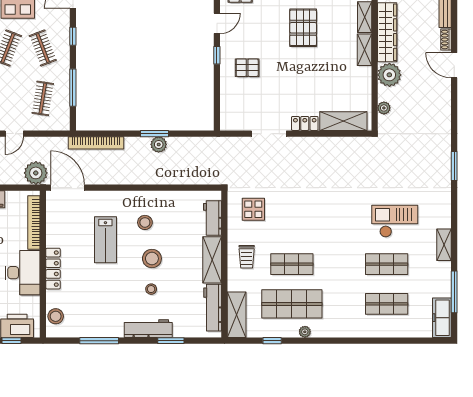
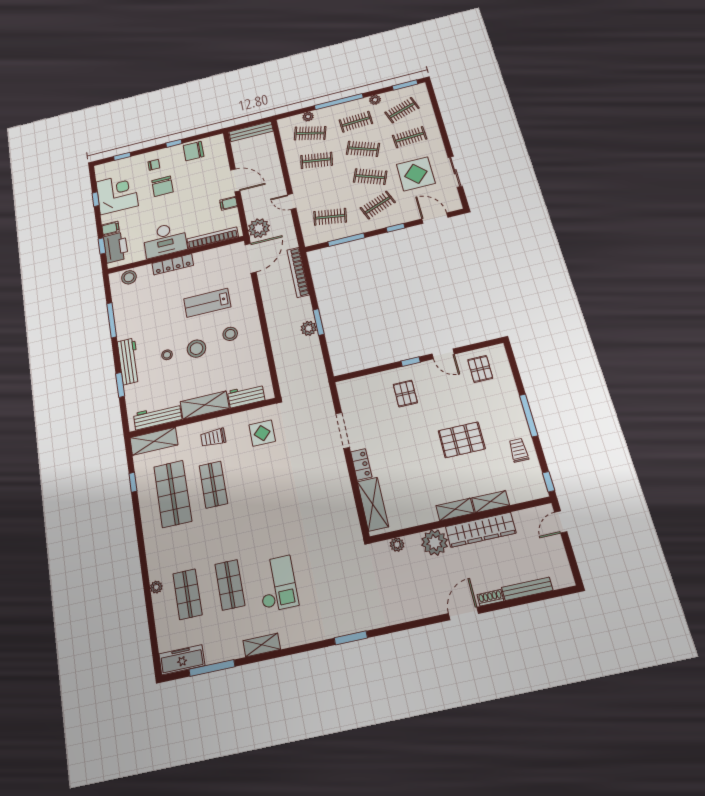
plant: (305, 332) -> (156, 587), moved

